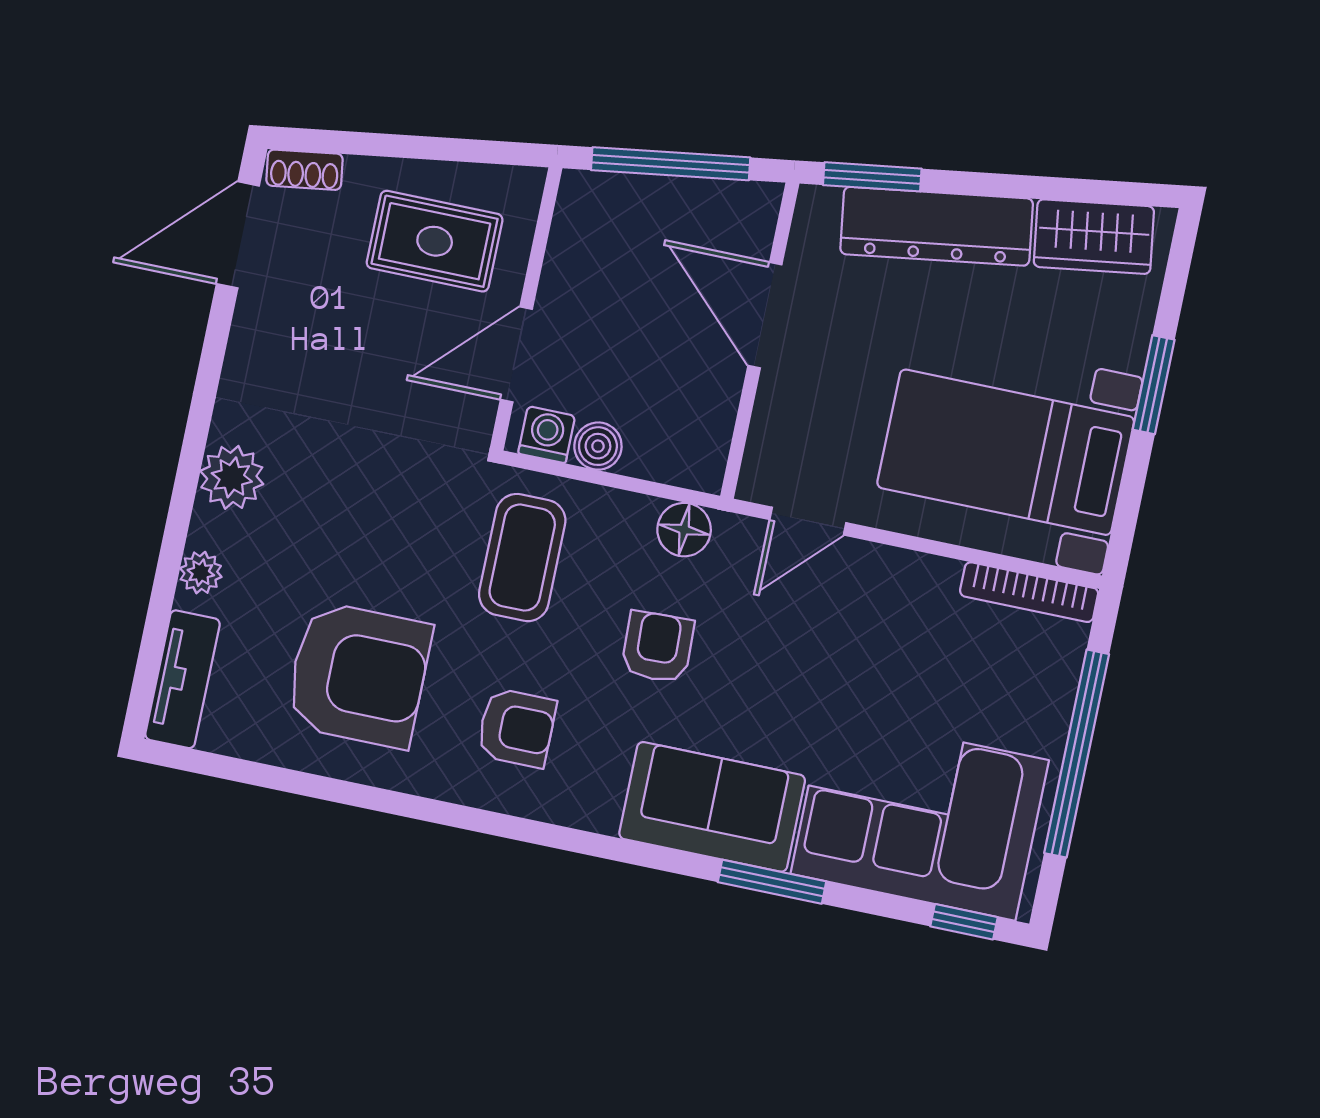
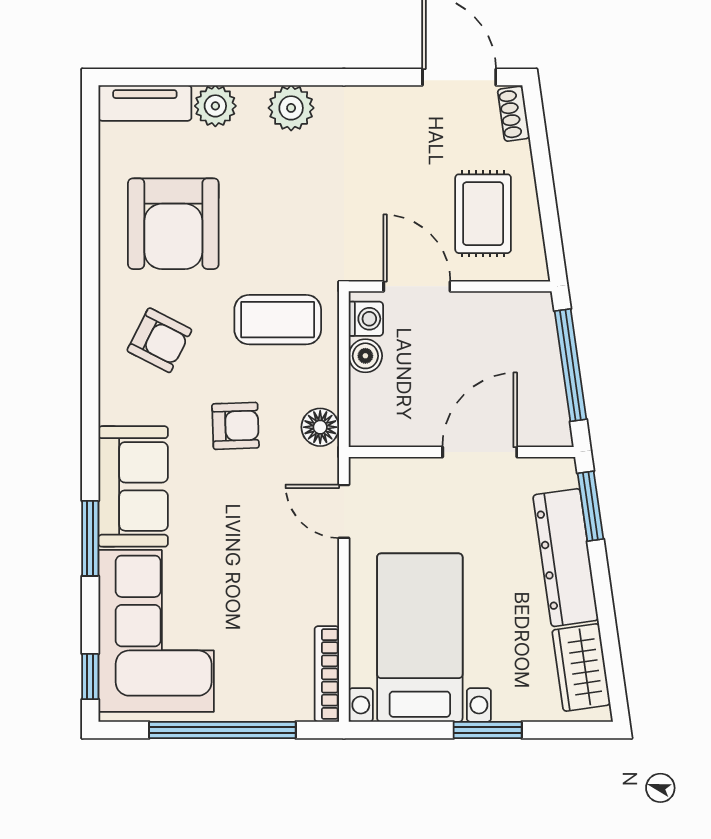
plant: (201, 573) -> (215, 106), width x1.38, depth x1.38
armchair: (517, 728) -> (159, 340), turned -63

